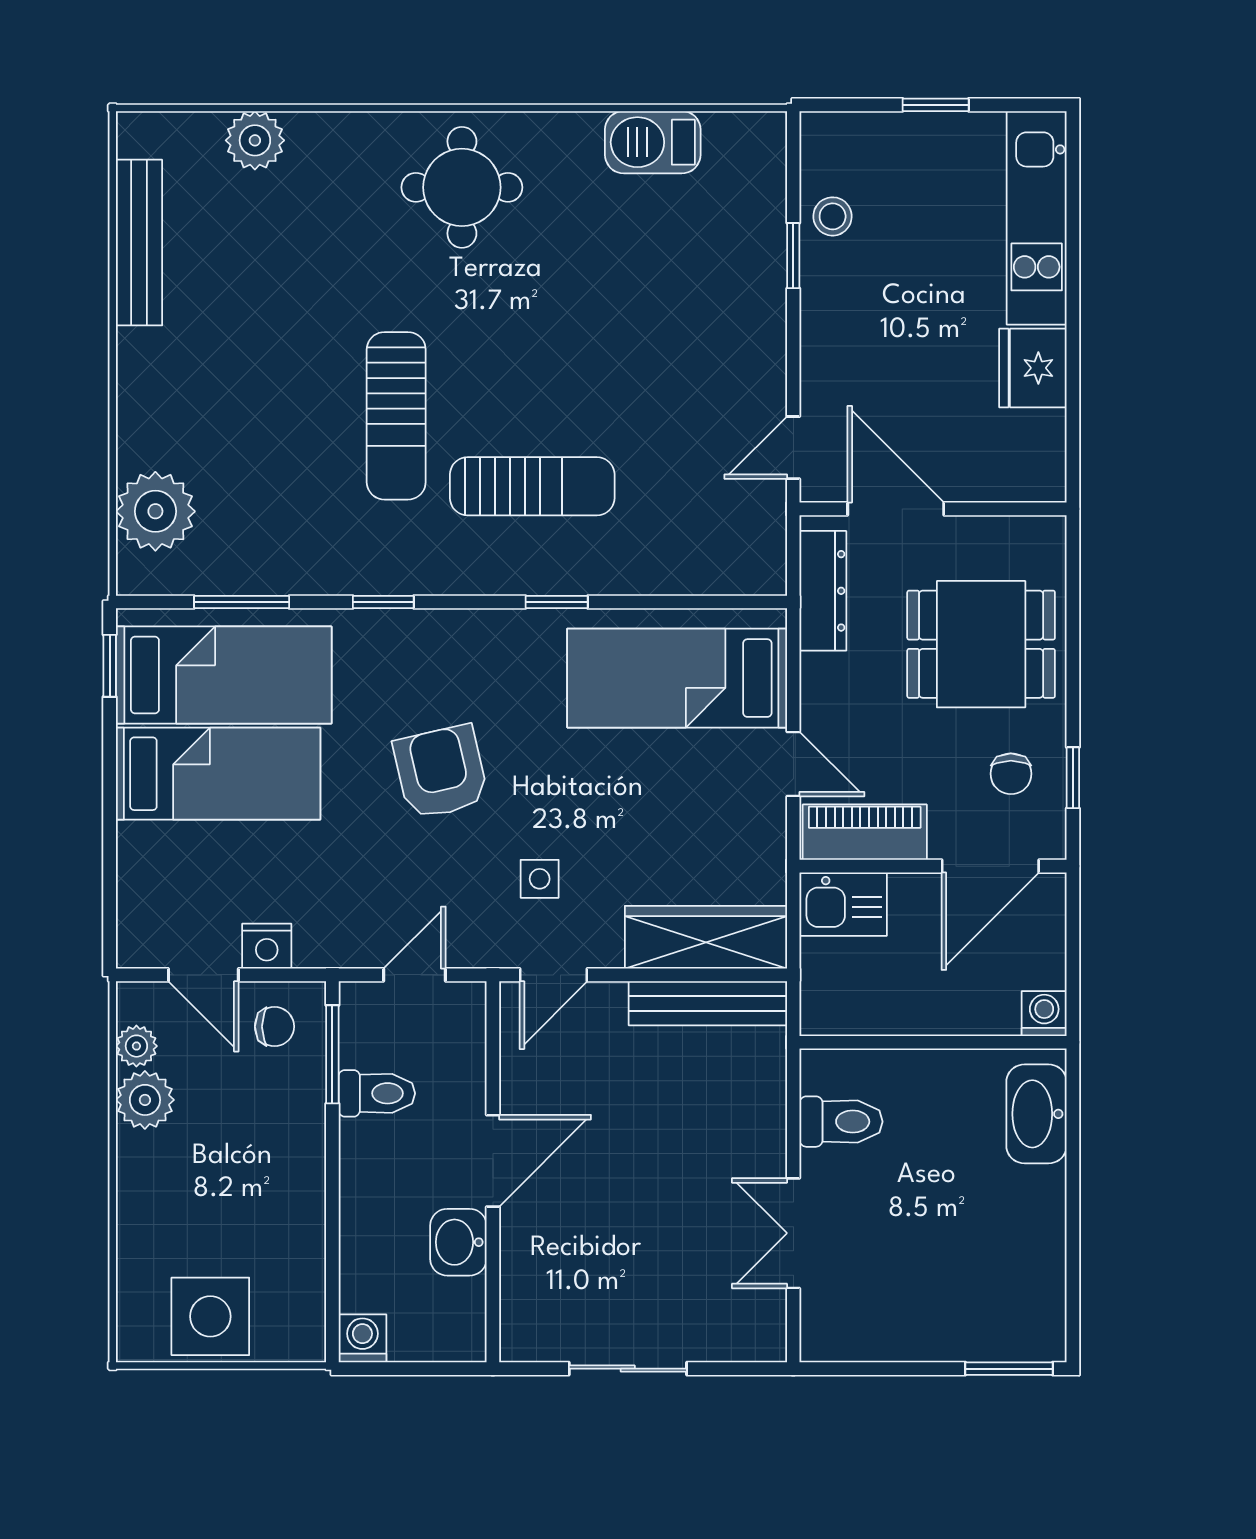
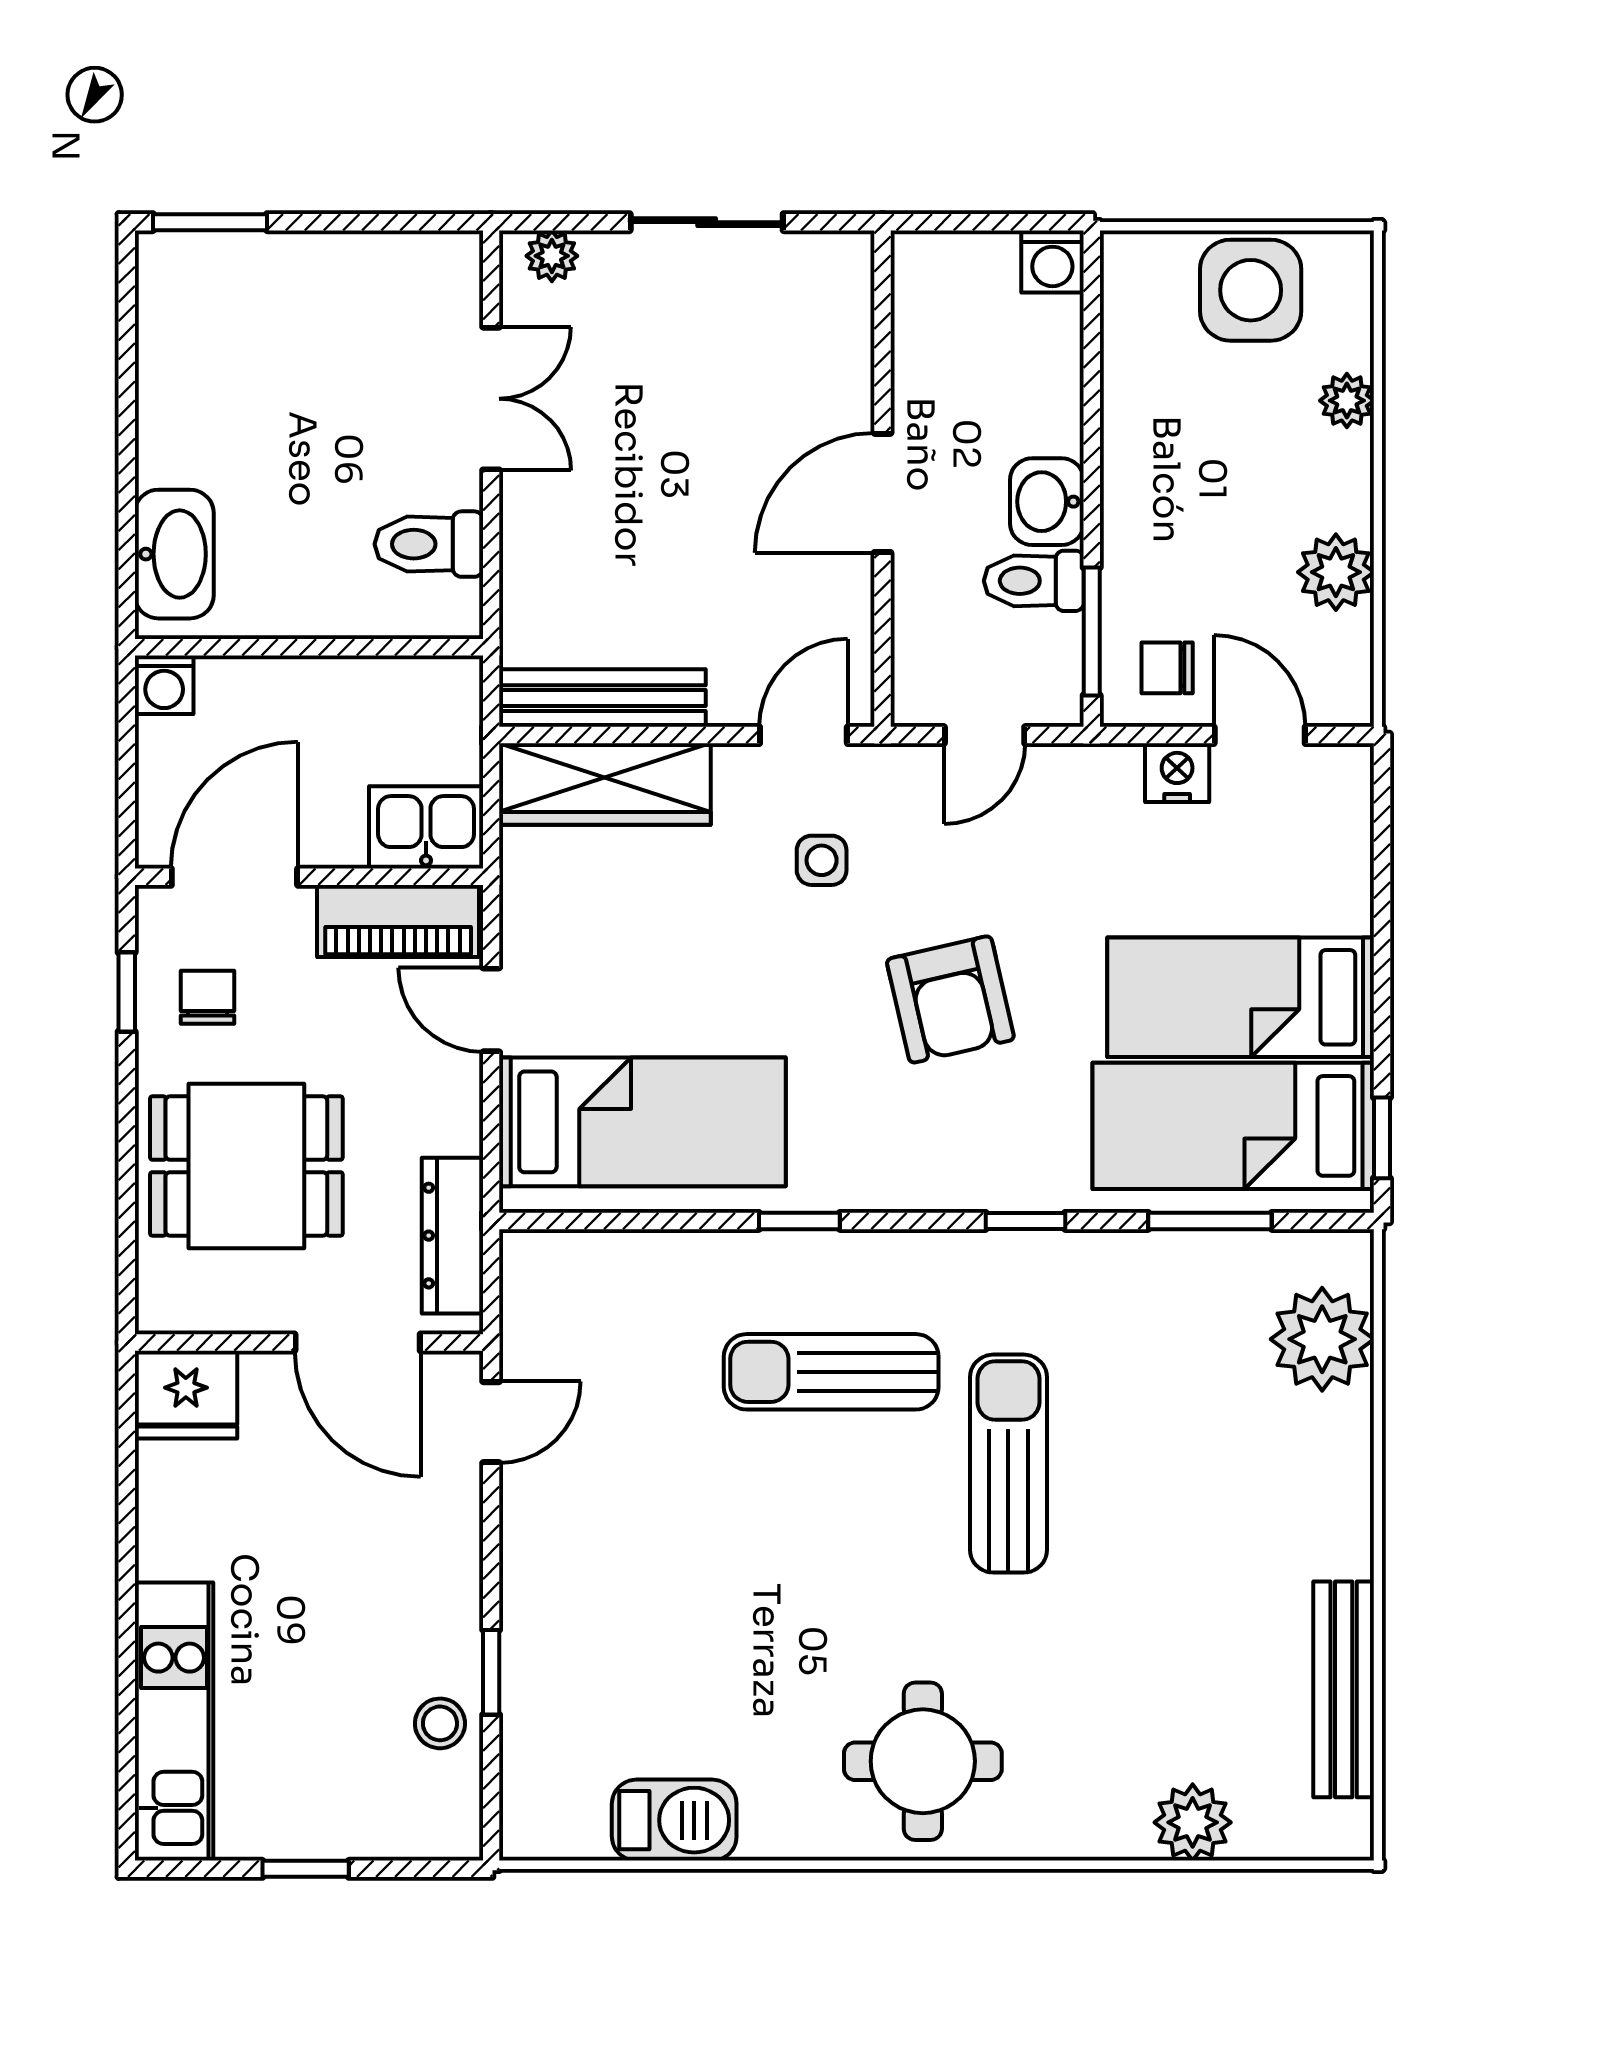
fridge: (1033, 368) -> (186, 1395), moved, turned 90
plant: (136, 1046) -> (1347, 401), moved
washbasin: (458, 1242) -> (1047, 502), moved, turned 180
plant: (747, 1343) -> (552, 256), added

